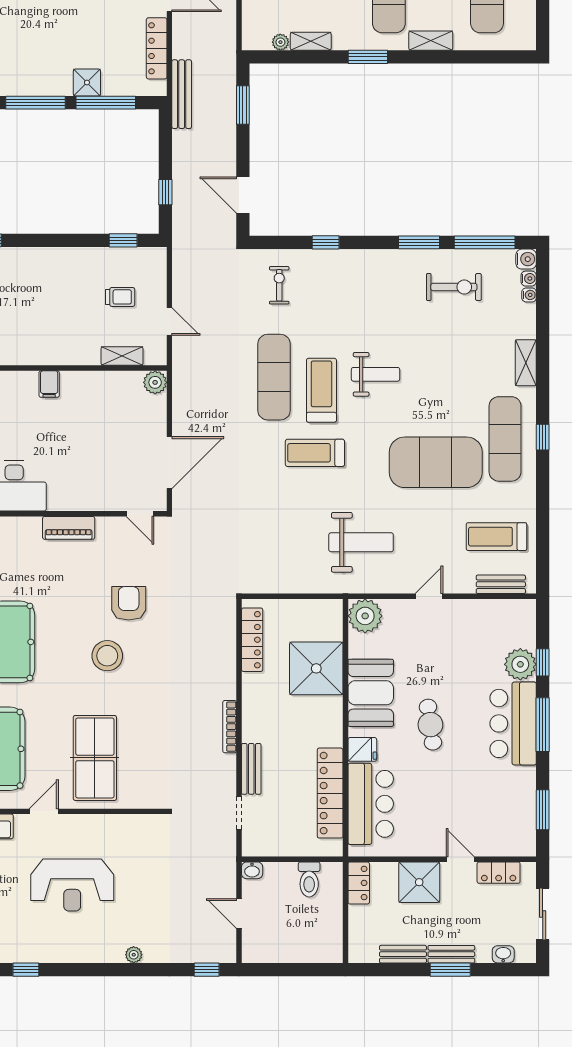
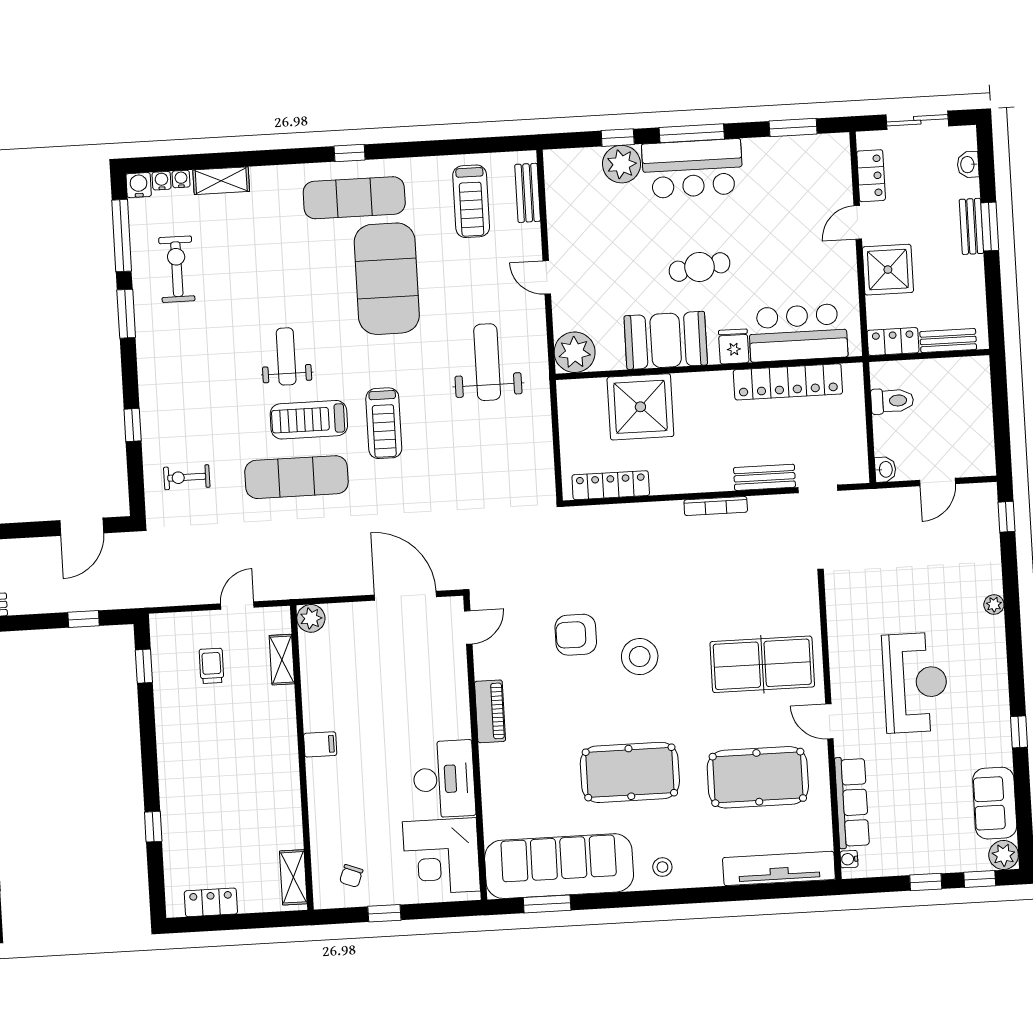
shelving: (526, 363) -> (221, 181), moved
bench: (403, 954) -> (948, 340), moved, turned 90

